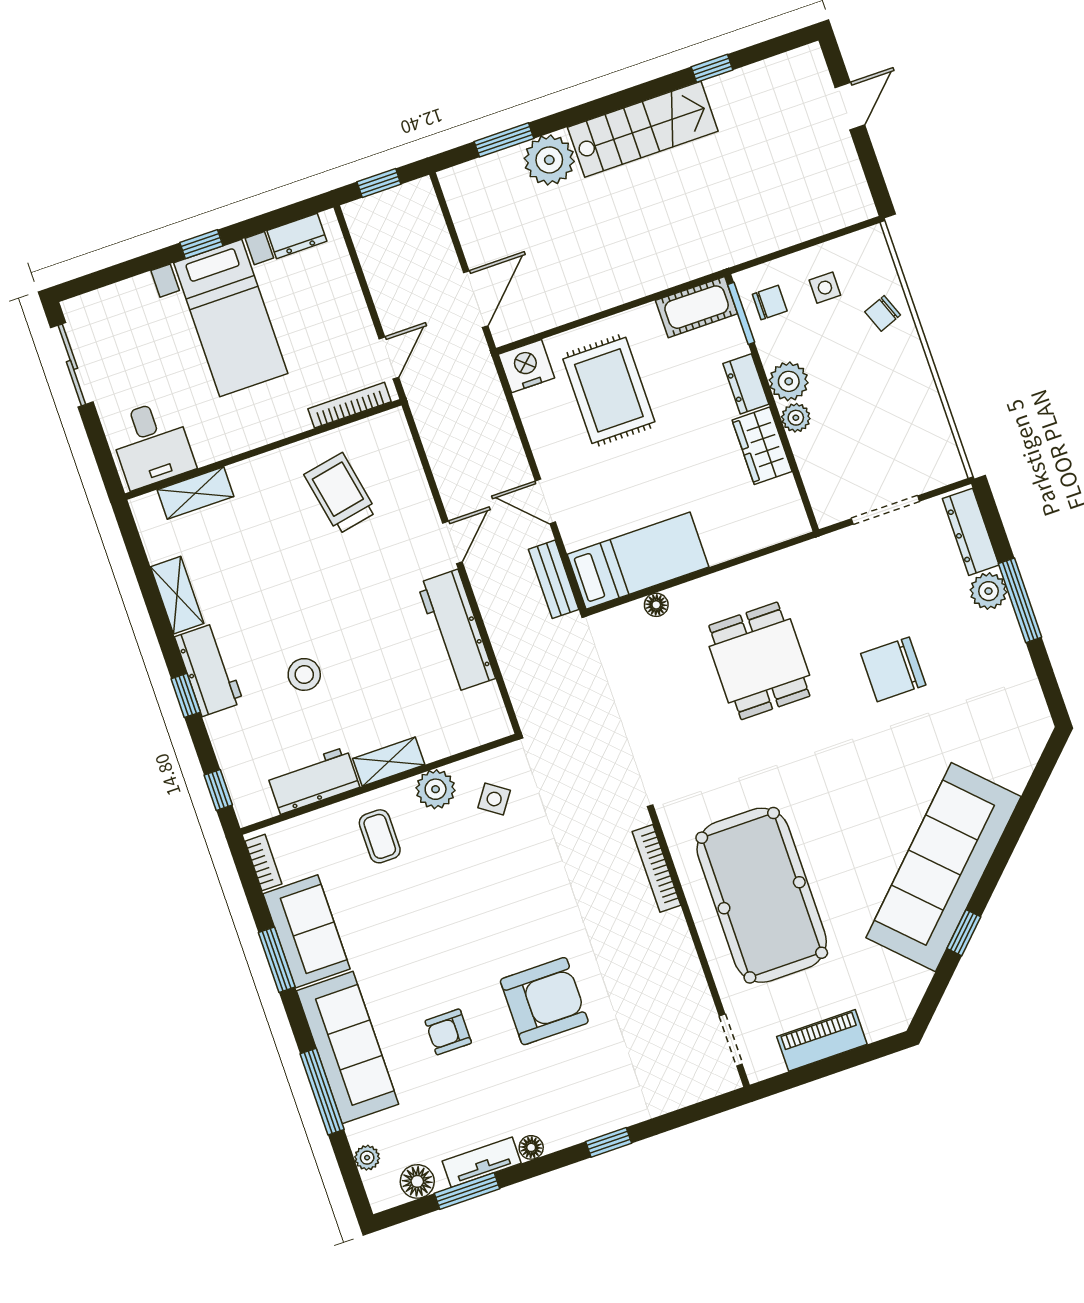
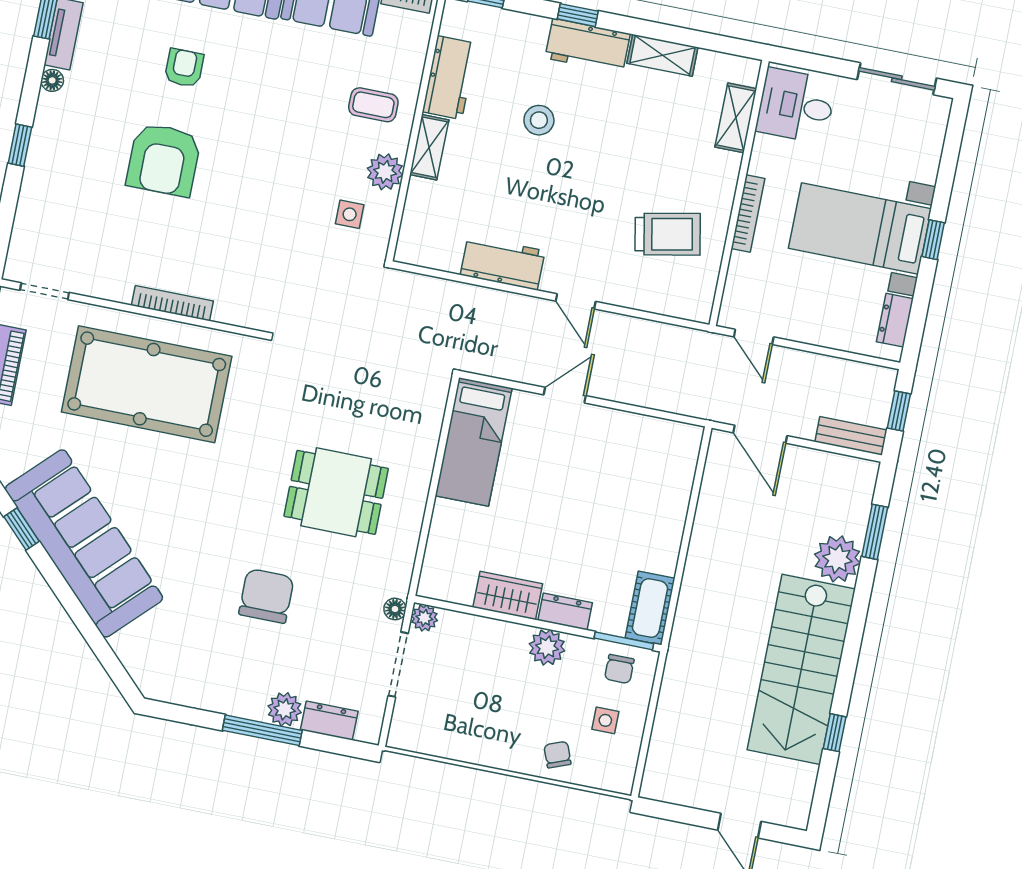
stairs: (643, 129) -> (801, 669), width x1.36, depth x1.51
nightstand: (526, 366) -> (682, 444), removed
rug: (609, 390) -> (624, 499), removed
bookcase: (350, 405) -> (748, 214), moved
plant: (796, 418) -> (424, 618), moved
dresser: (971, 532) -> (329, 721), width x0.70
bench: (554, 579) -> (851, 436), moved
floor lamp: (656, 605) -> (395, 609), moved
workbench: (456, 631) -> (503, 263), width x0.73
side table: (494, 799) -> (350, 214), turned -35
bookcase: (657, 868) -> (172, 303), moved

